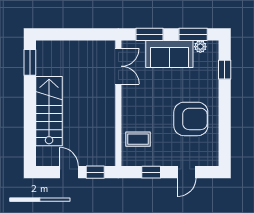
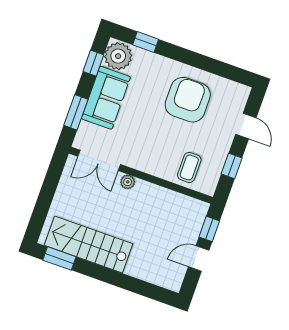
window: (193, 34) -> (93, 63), width x0.67
plant: (200, 47) -> (118, 56), width x1.87, depth x1.87
double door: (118, 66) -> (99, 160), swing flipped
plant: (109, 95) -> (128, 182), added
stairs: (49, 111) -> (88, 245), moved

